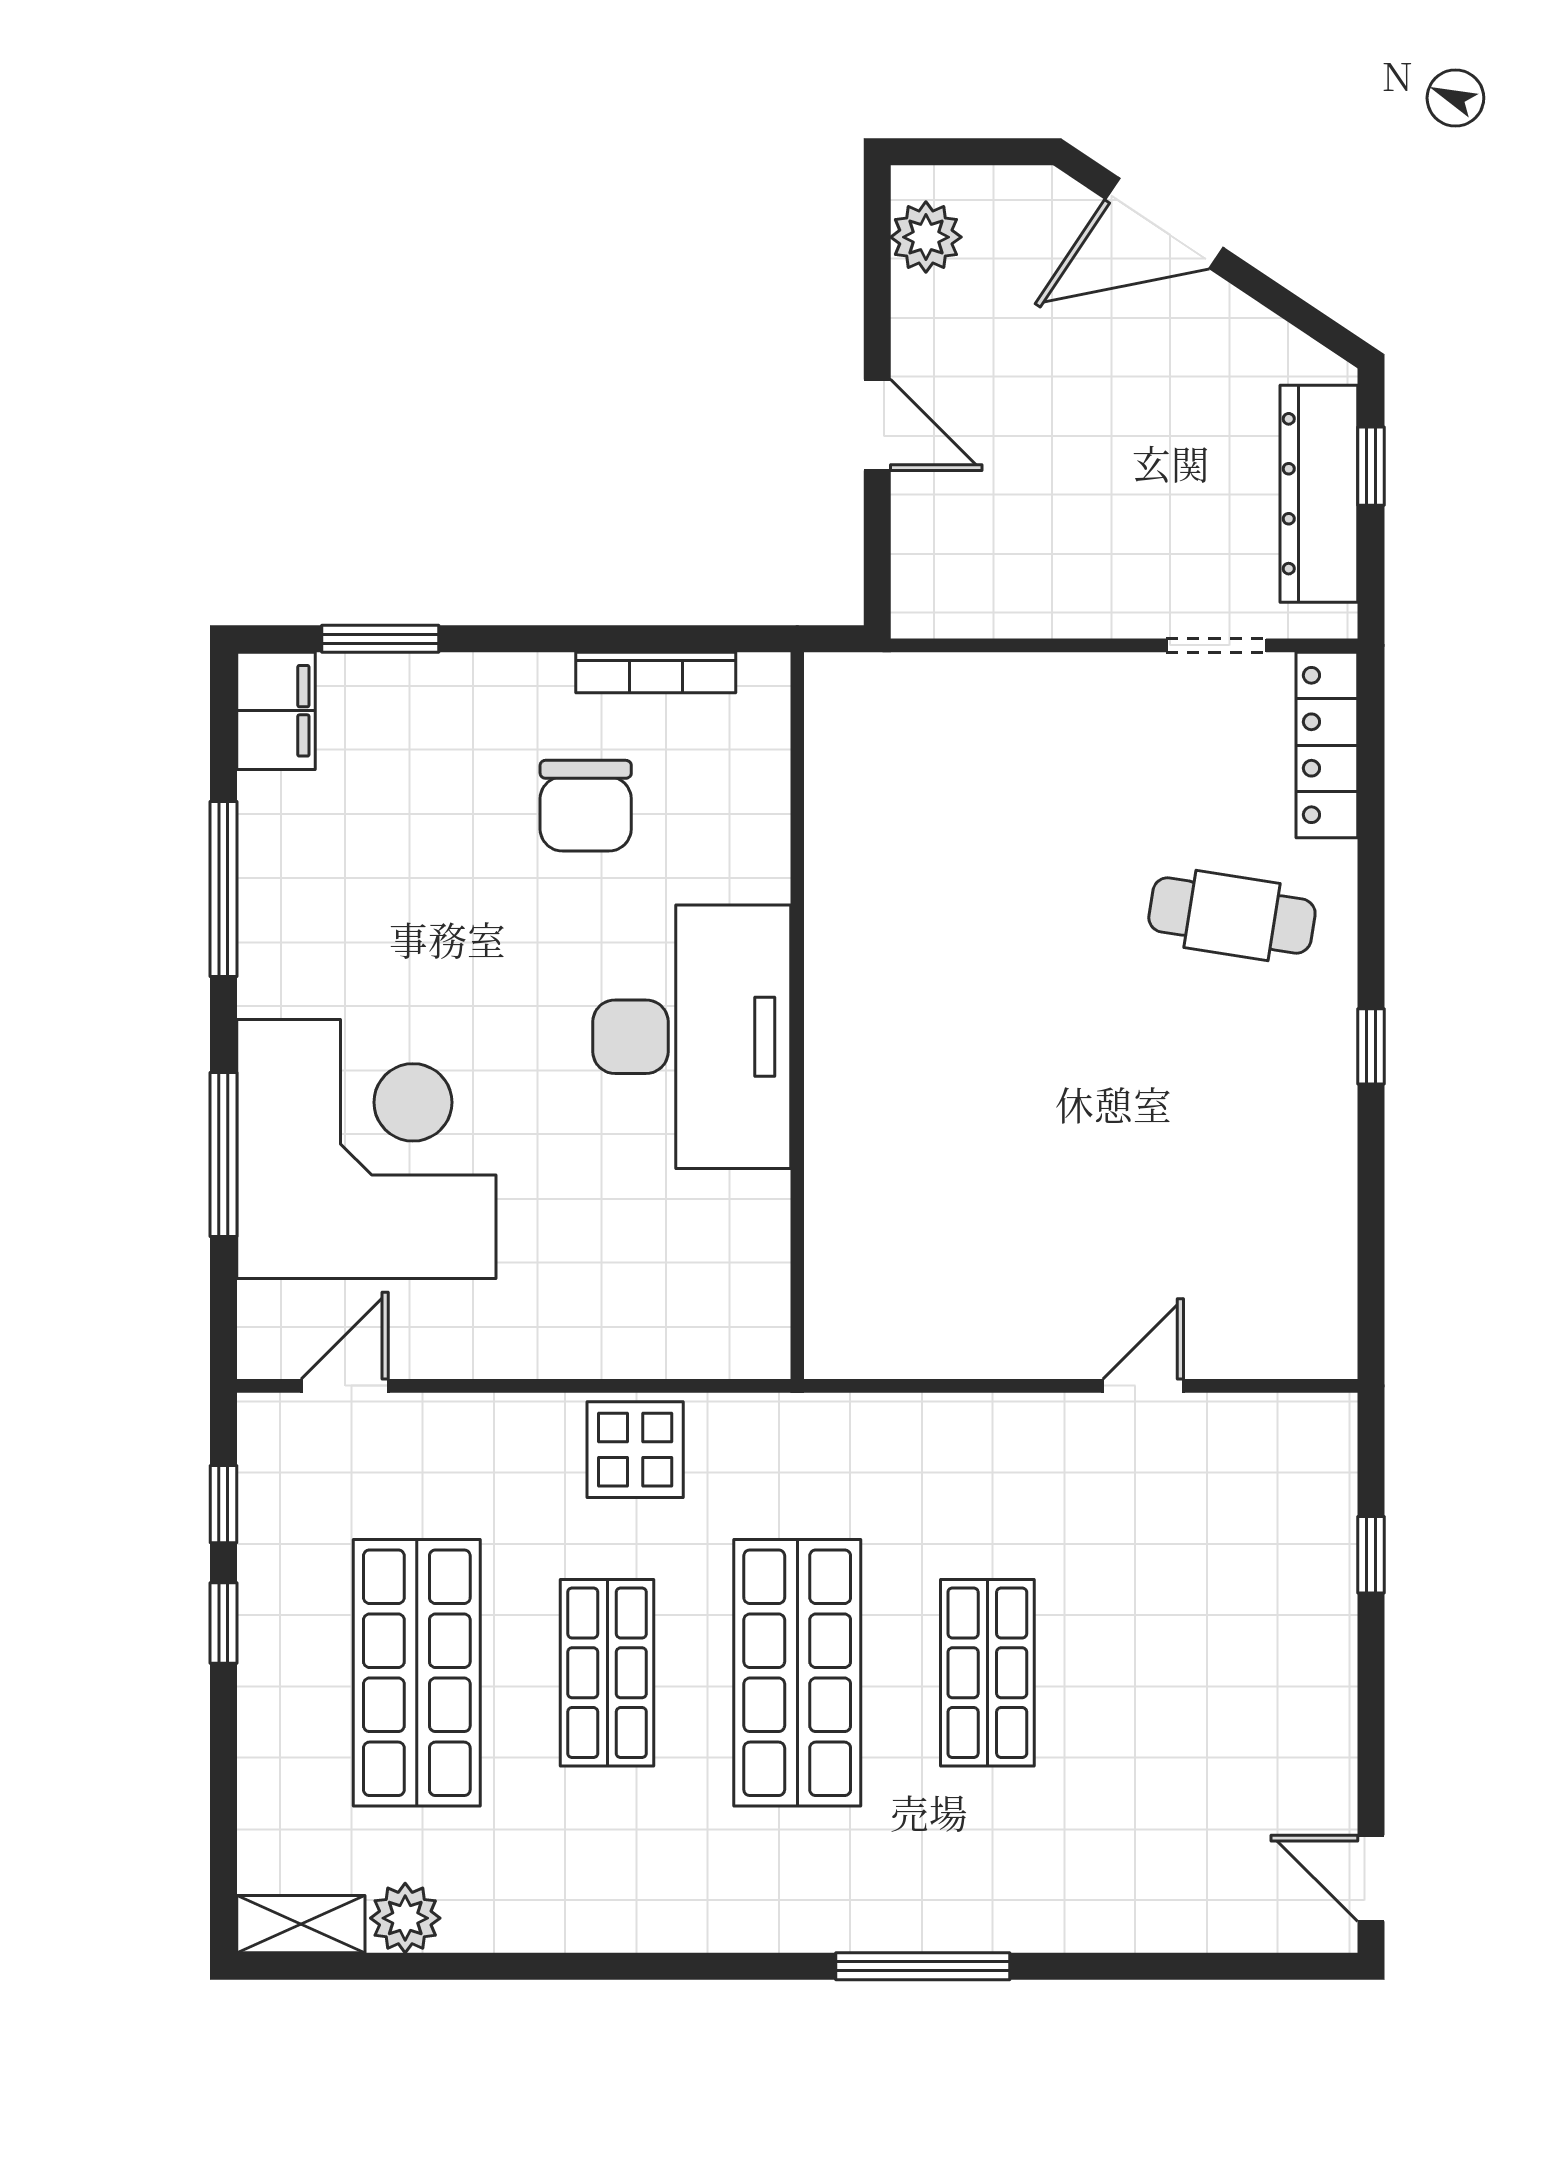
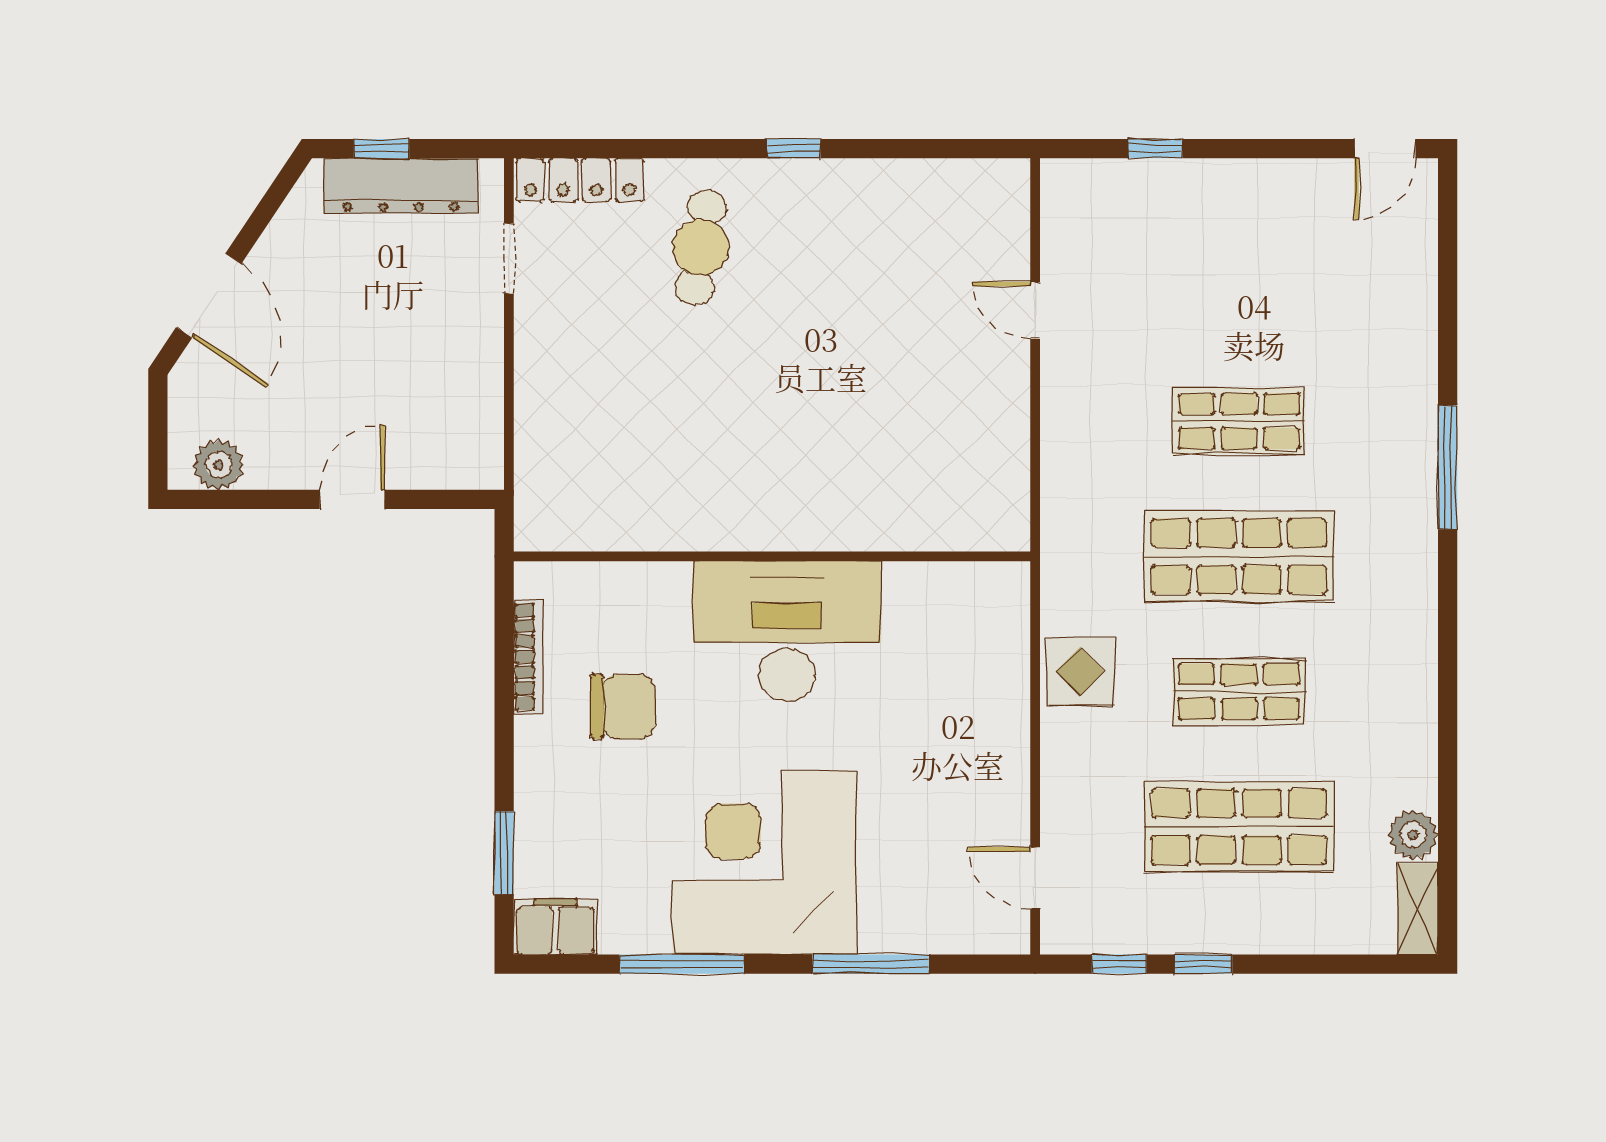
corner desk: (366, 1149) -> (764, 863), moved

